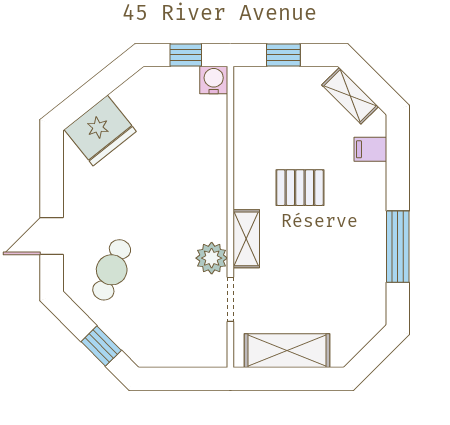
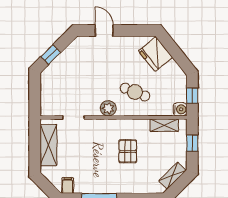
filing cabinet: (370, 149) -> (68, 186), moved
shelving: (246, 239) -> (164, 125), moved
plant: (212, 258) -> (108, 108), moved
cafe table: (112, 270) -> (135, 92), moved

